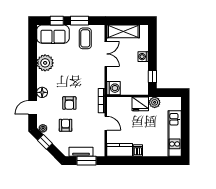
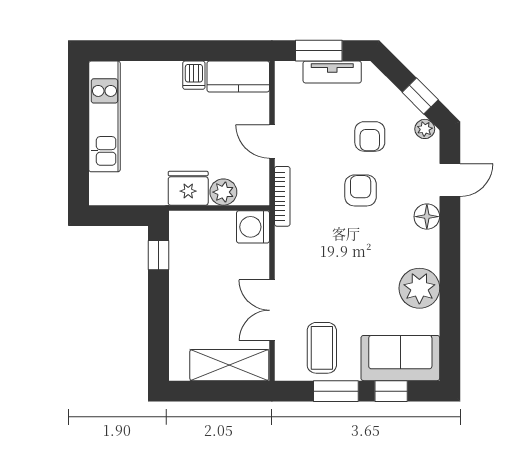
washing machine: (143, 57) -> (181, 304), removed
plant: (155, 102) -> (223, 192), moved

